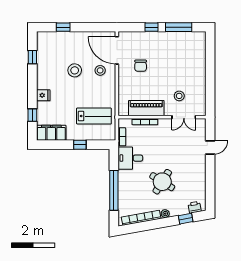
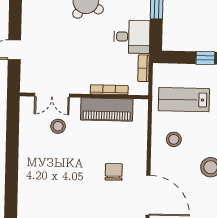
stool: (100, 70) -> (174, 139), moved
double door: (184, 117) -> (52, 95), swing flipped

